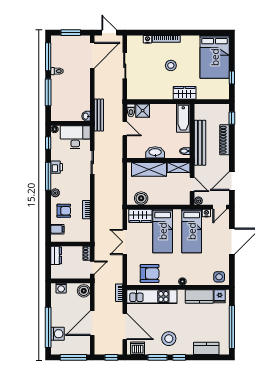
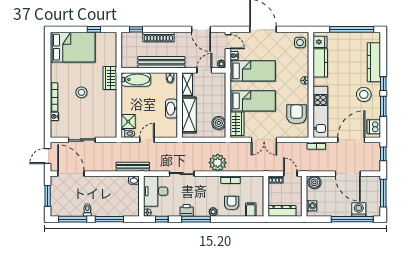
plant: (103, 197) -> (218, 163), added
dresser: (56, 255) -> (282, 211), width x1.44
kitchen counter: (206, 348) -> (374, 62), width x1.50

